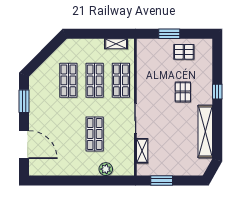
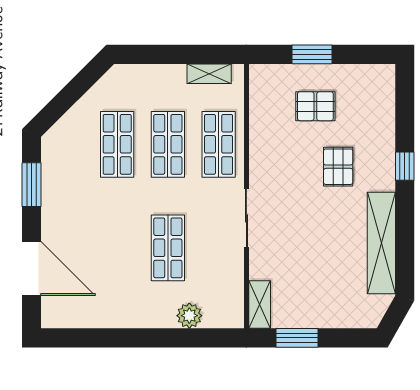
pallet: (184, 52) -> (315, 106), moved
shelving: (142, 151) -> (260, 305), moved

